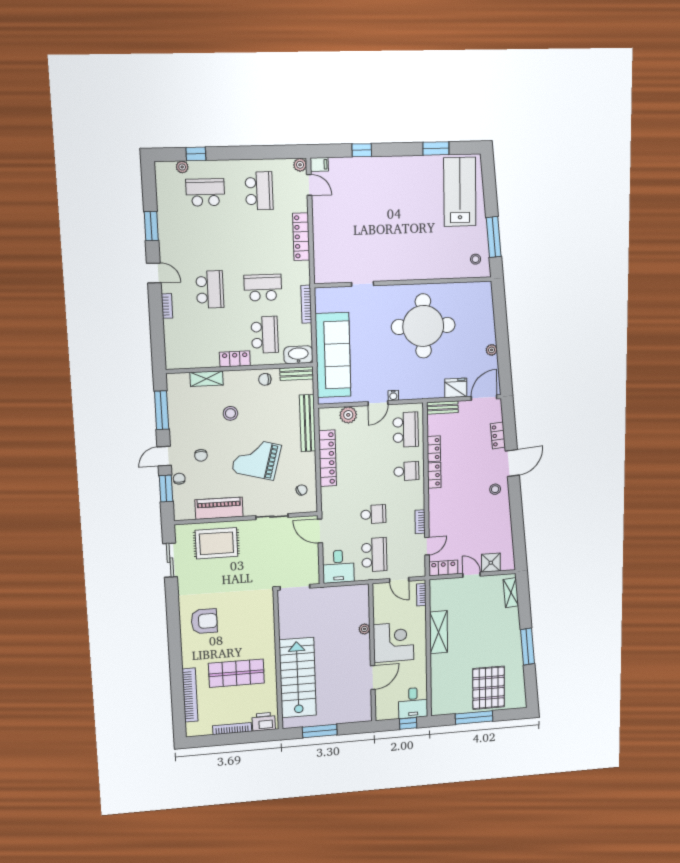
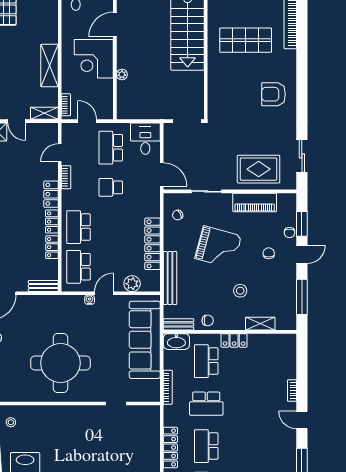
school desk: (210, 290) -> (206, 446), moved
fridge: (456, 388) -> (30, 304), removed
school desk: (406, 471) -> (78, 227), width x1.85
locker: (443, 568) -> (51, 194), moved, turned 90
shelving: (443, 585) -> (44, 113), added

